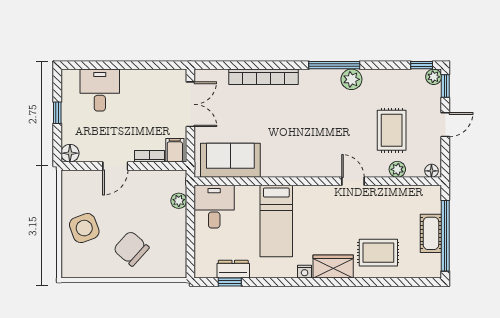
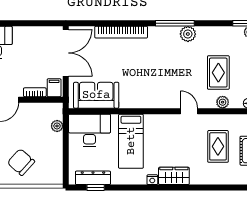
double door: (190, 104) -> (66, 53), width x1.37
desk: (214, 207) -> (90, 130), width x1.37
rug: (378, 253) -> (218, 146), moved, turned 90
dresser: (233, 269) -> (93, 178), width x1.44

